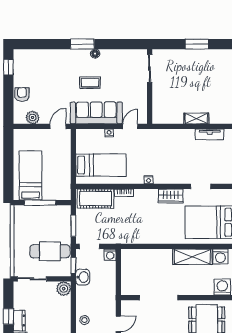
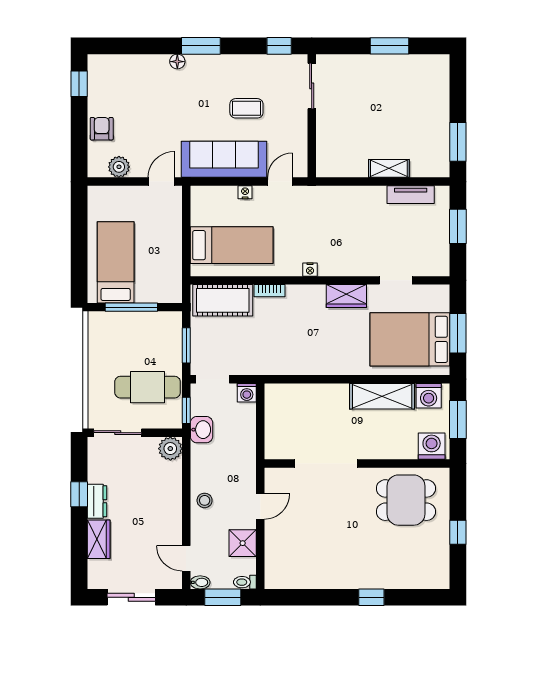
window: (130, 44) -> (279, 46), added
floor lamp: (95, 54) -> (177, 62), moved
coffee table: (90, 83) -> (246, 108), moved

